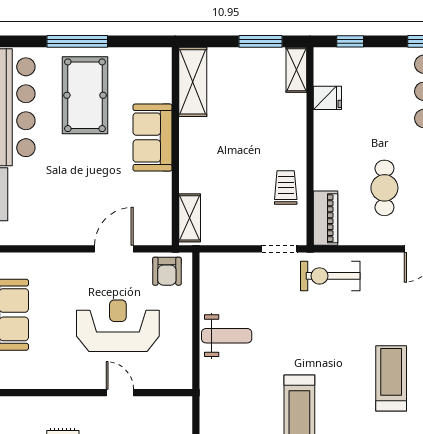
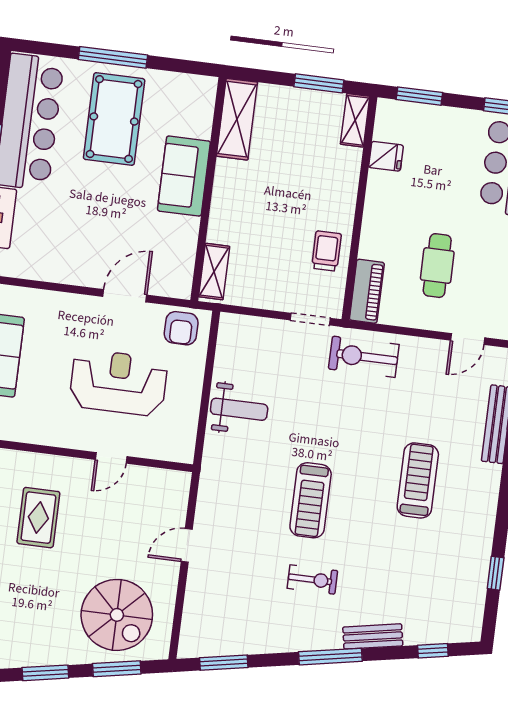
window: (350, 41) -> (419, 96), width x1.50
door: (120, 393) -> (111, 458), swing flipped

